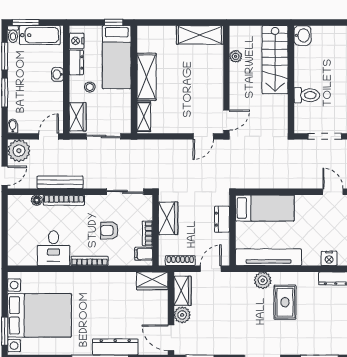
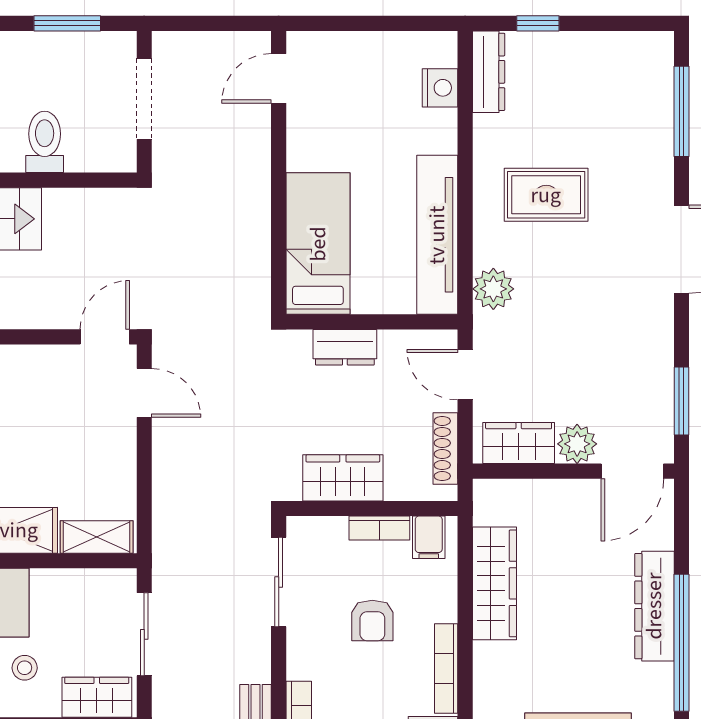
door: (226, 120) -> (105, 337), hinge flipped
plant: (263, 280) -> (493, 289), moved
wardrobe: (152, 281) -> (494, 583), moved, width x1.50

